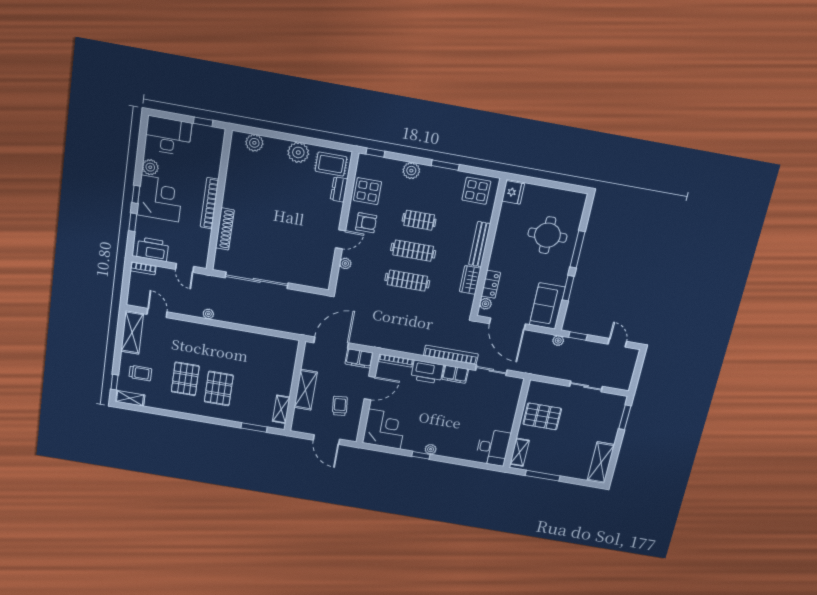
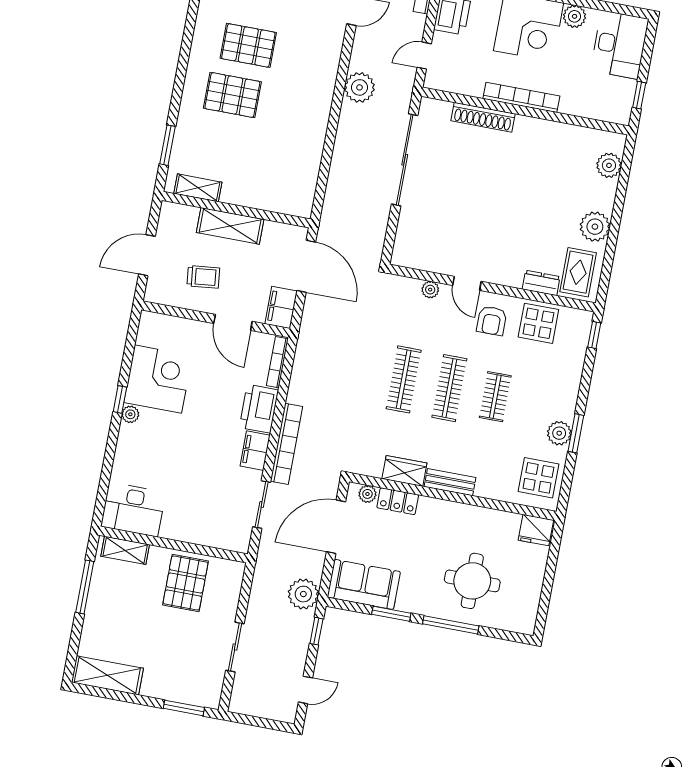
plant: (411, 171) -> (559, 433), moved
bench: (480, 244) -> (450, 482), width x0.73
plant: (208, 314) -> (359, 87), width x1.88, depth x1.88
plant: (558, 341) -> (303, 594), width x1.88, depth x1.88
corner desk: (384, 429) -> (158, 379), moved, turned -90

